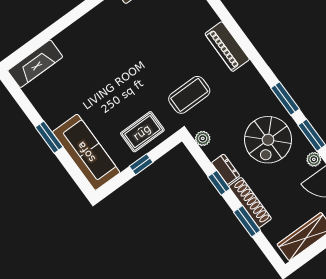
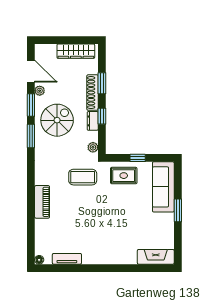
piano: (227, 47) -> (42, 202), moved

